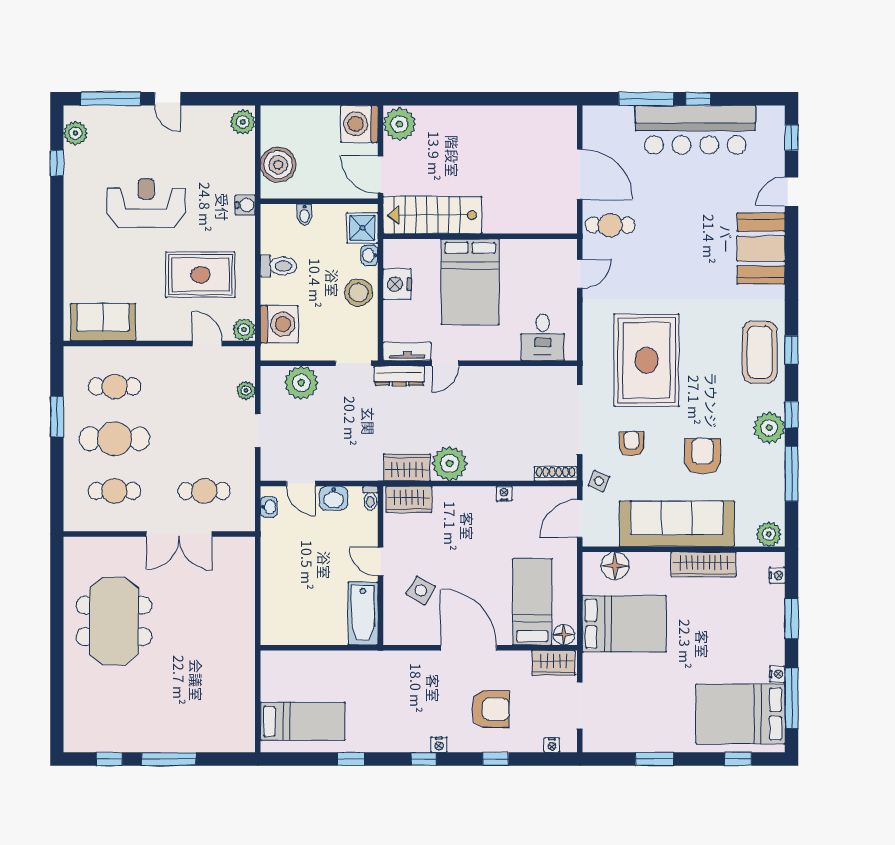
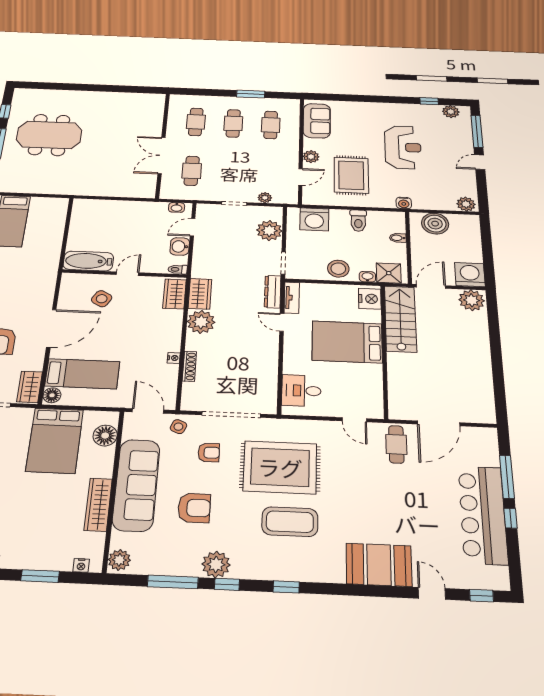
nightstand: (397, 284) -> (370, 299), moved, turned 90
plant: (244, 330) -> (311, 157), moved
coffee table: (760, 352) -> (290, 522), moved
cafe table: (114, 439) -> (233, 123), width x0.73, depth x0.74
shoe rack: (556, 474) -> (189, 366), moved
meeting table: (114, 621) -> (49, 135), moved

